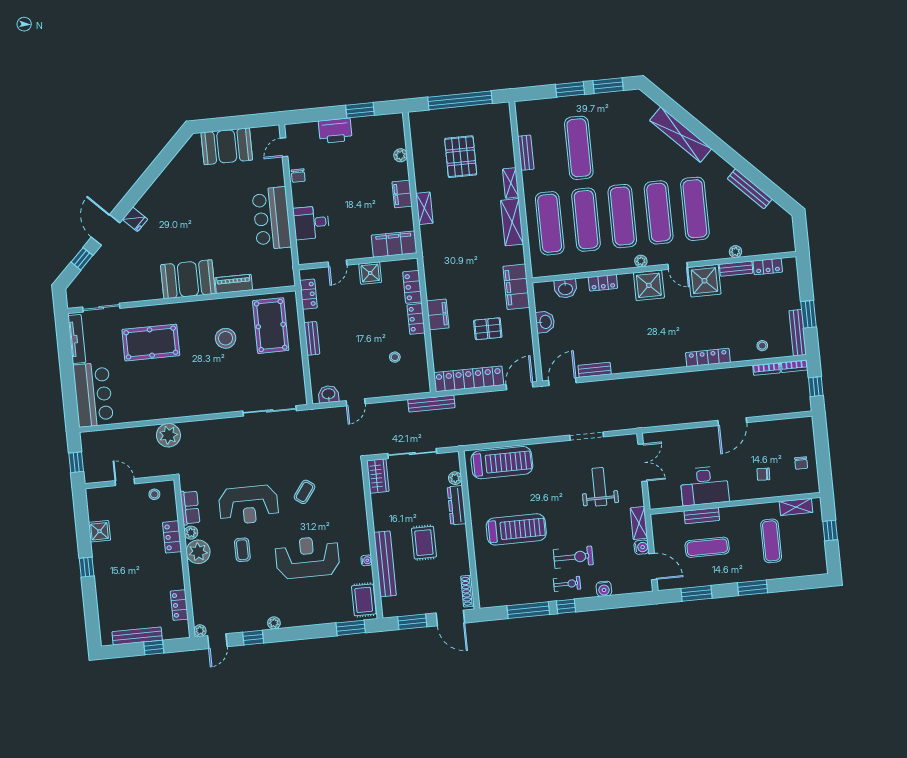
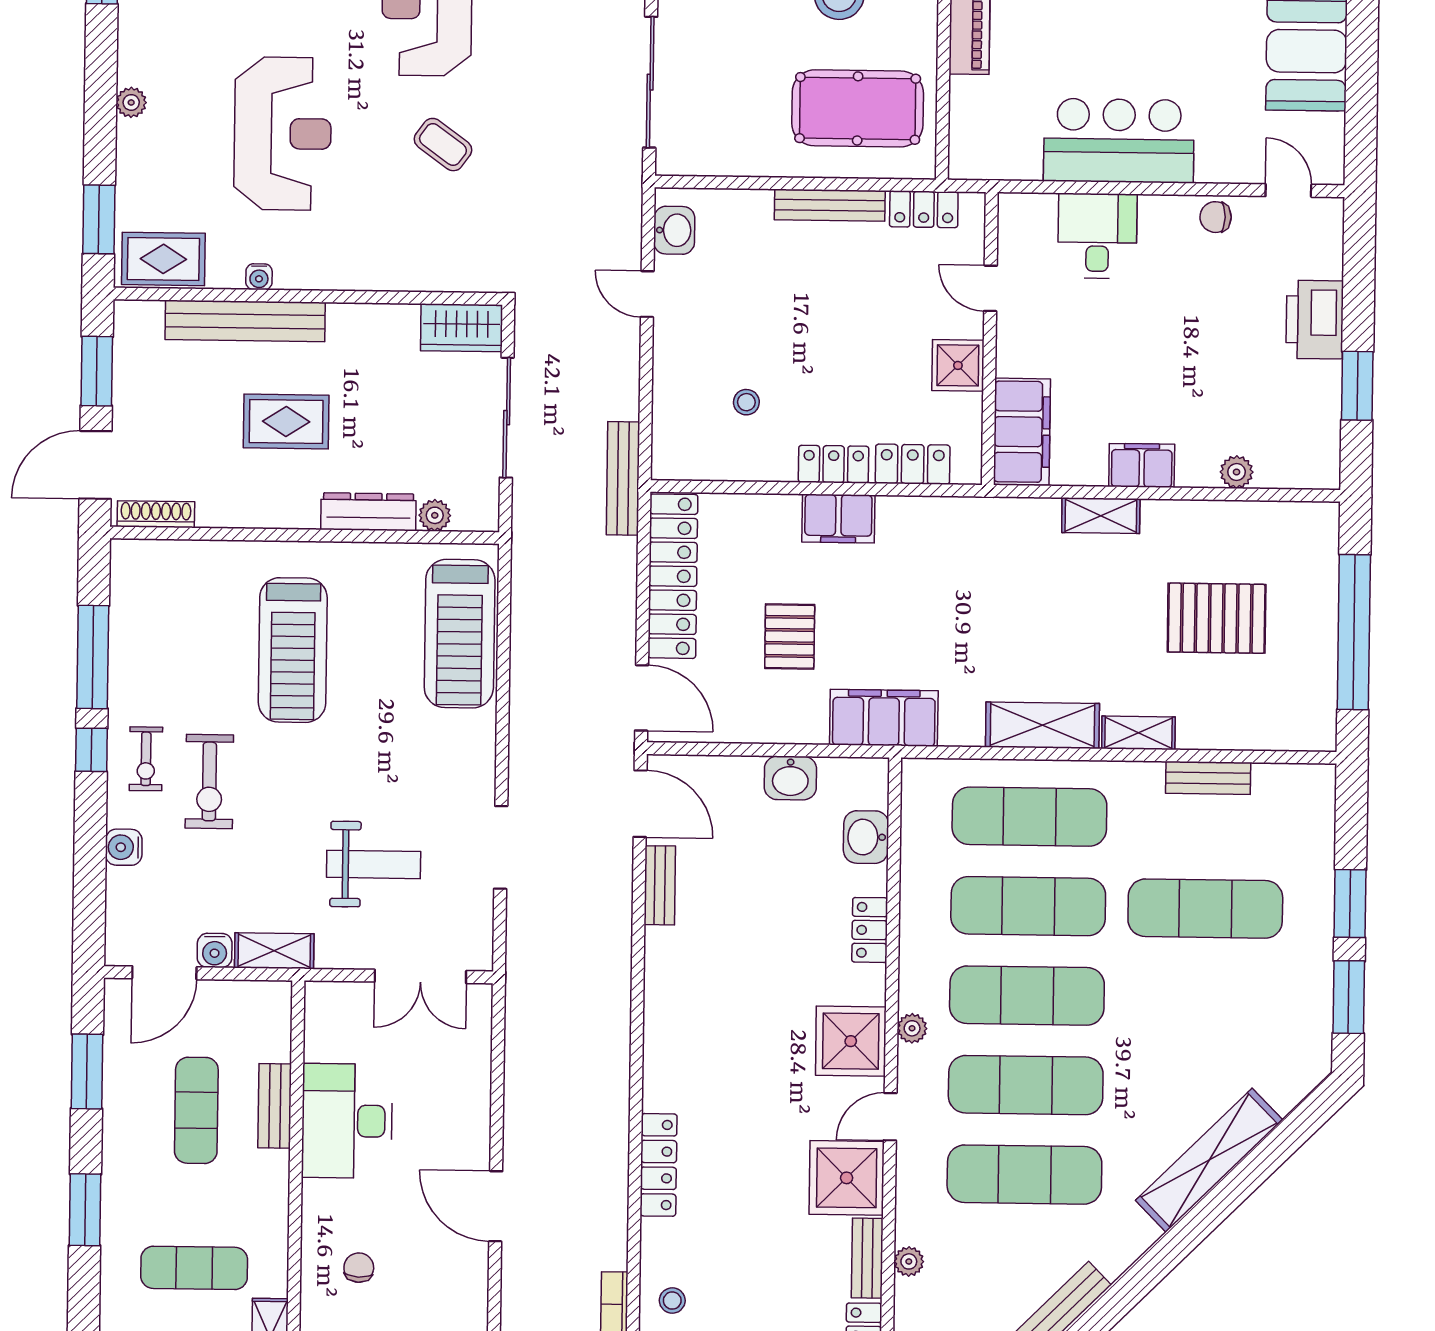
bench: (312, 338) -> (830, 205), width x1.36
plant: (274, 623) -> (131, 102), moved

